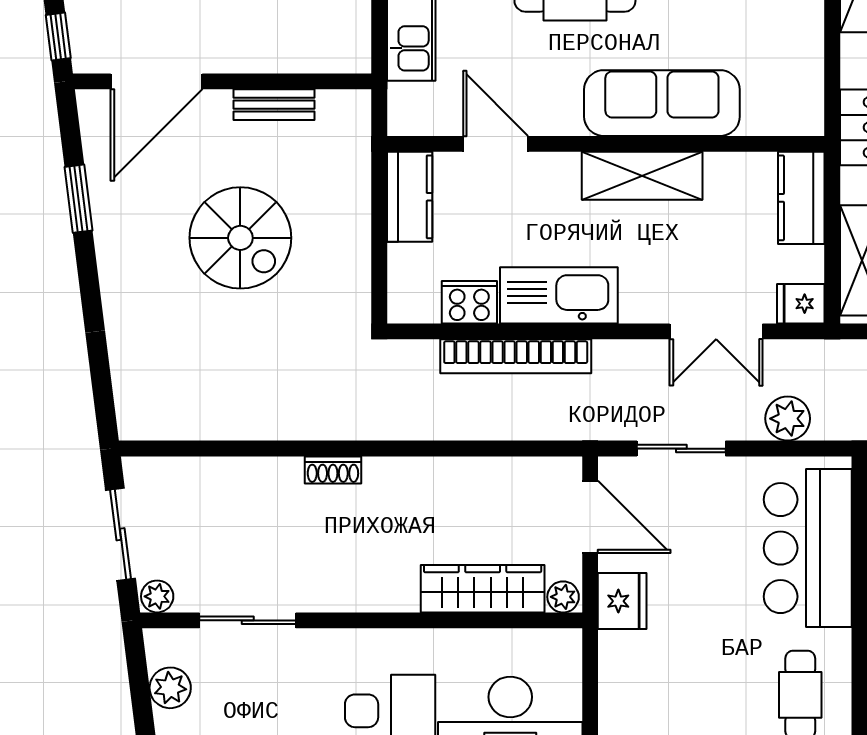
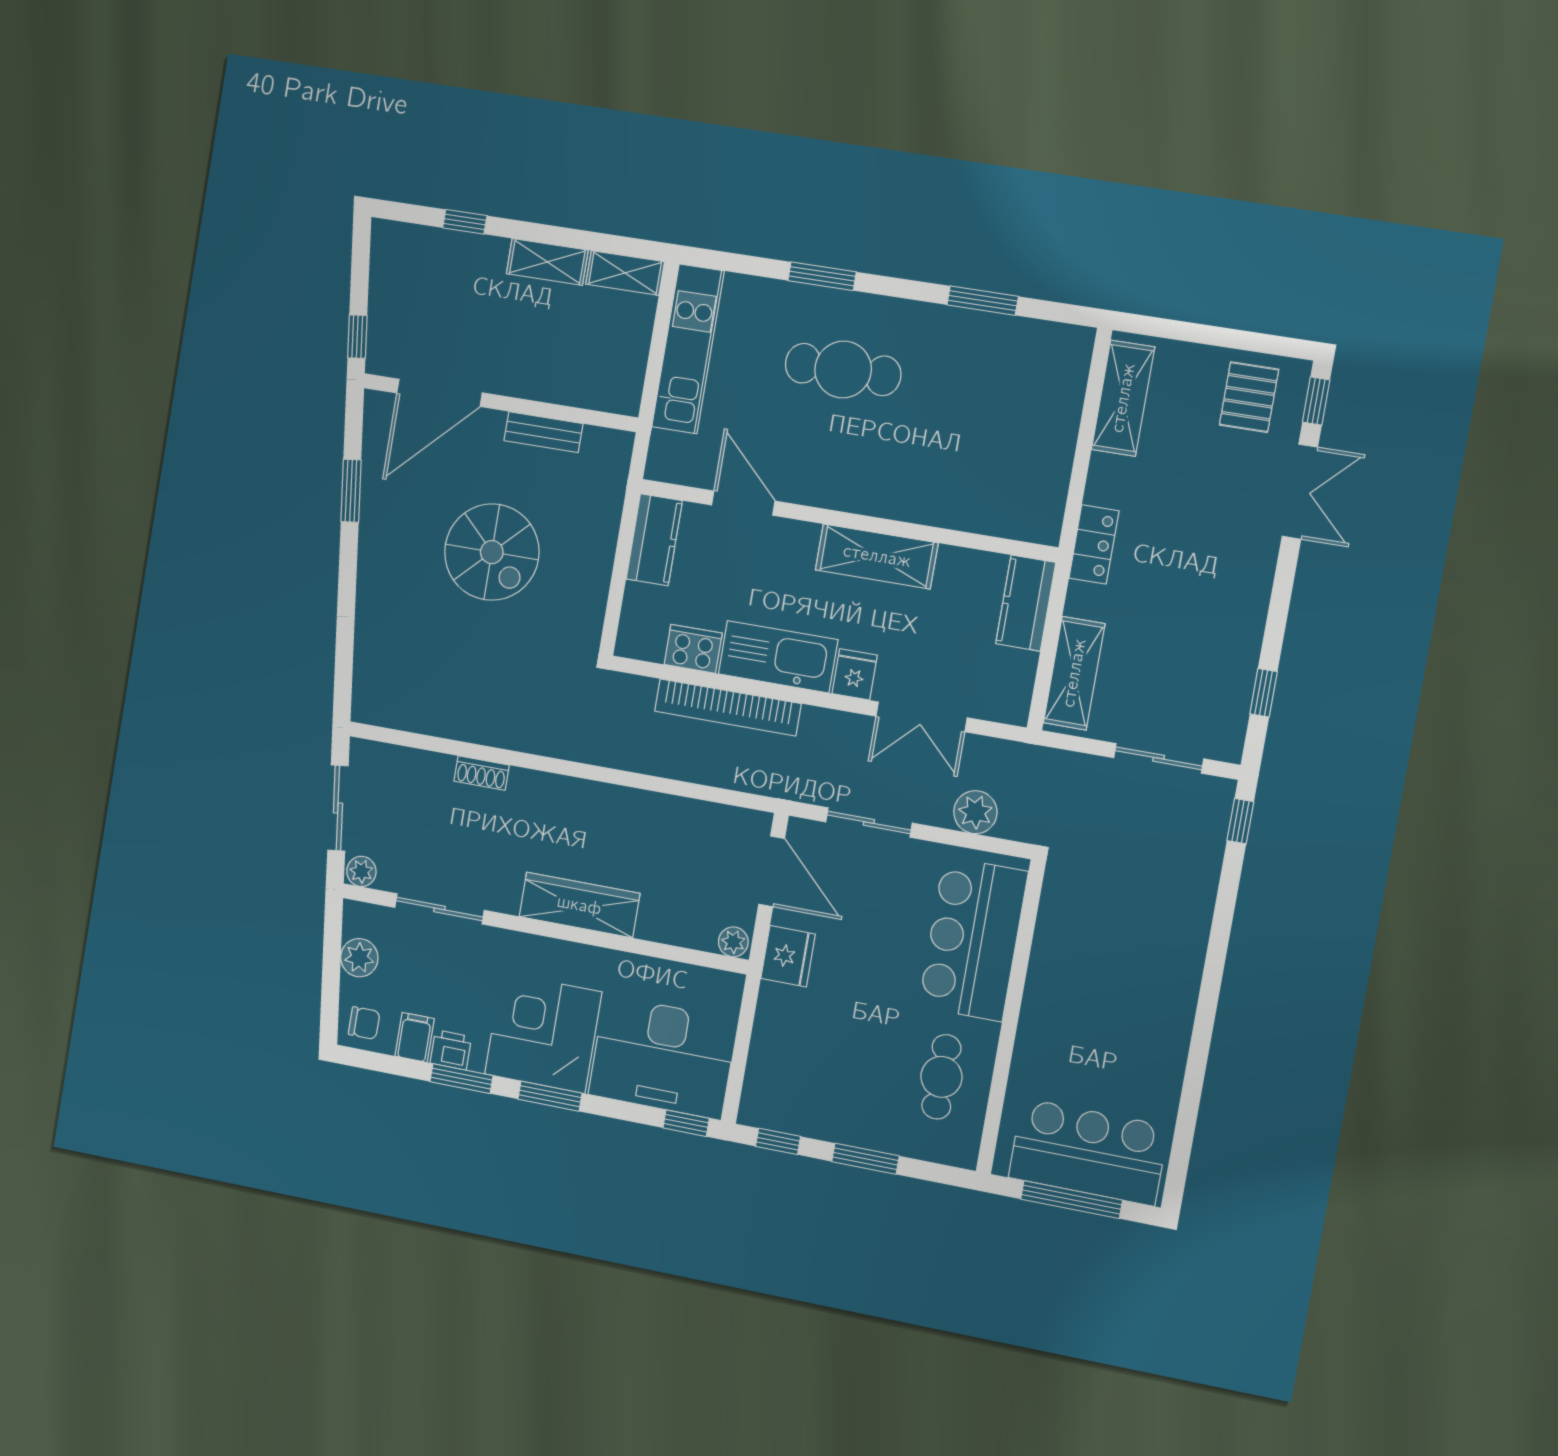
sofa: (662, 103) -> (908, 490), removed
fridge: (801, 304) -> (855, 674), moved, turned 90
shoe rack: (333, 470) -> (482, 773), moved
wardrobe: (483, 589) -> (579, 905), moved

